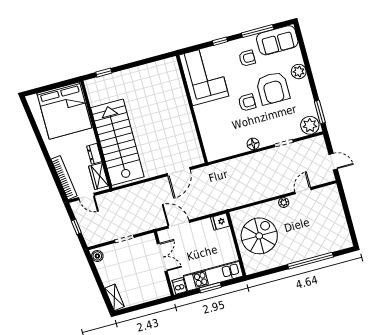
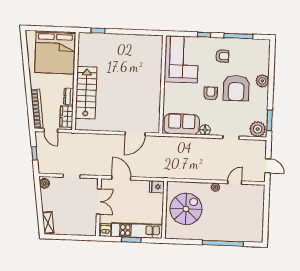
sofa: (277, 40) -> (182, 124), moved, turned 180
armchair: (247, 103) -> (211, 93), turned -90
stairs: (117, 142) -> (86, 93), width x0.73, depth x0.66

